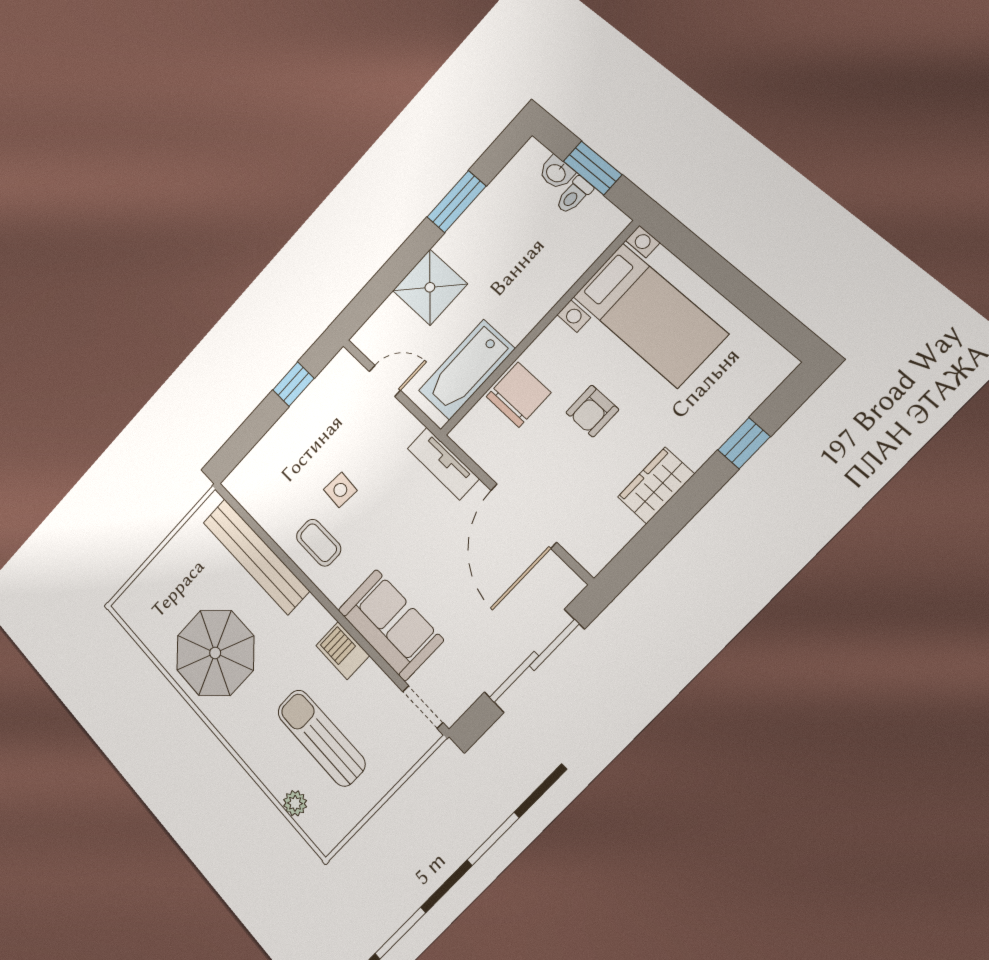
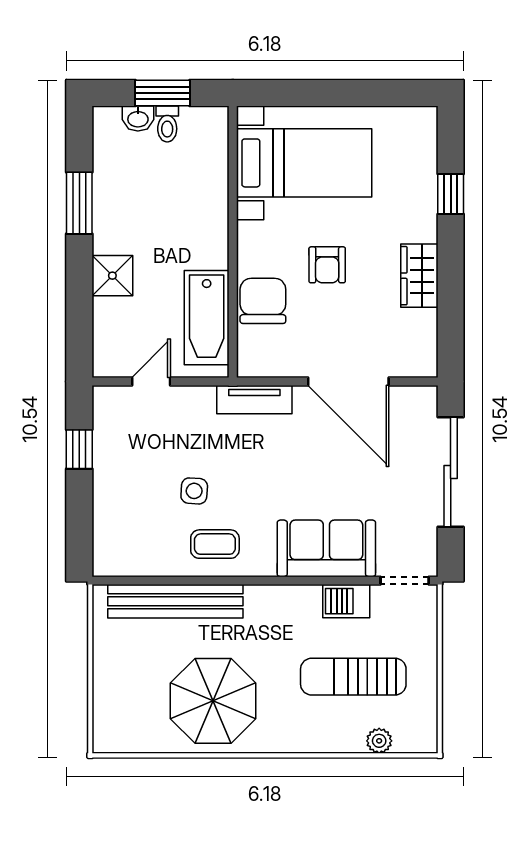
shower: (430, 287) -> (112, 276), width x0.73, depth x0.73
barbecue: (343, 651) -> (346, 601), moved

